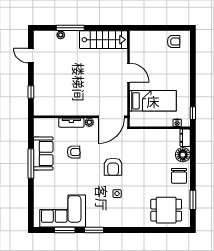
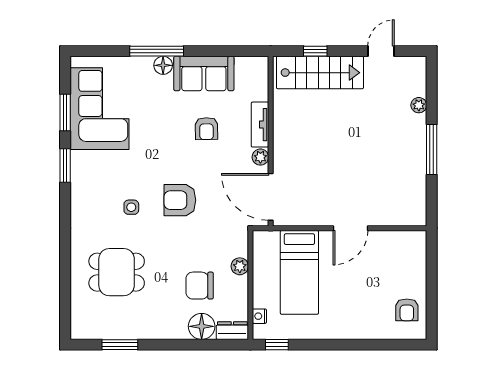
window: (70, 28) -> (432, 150), moved
stairs: (104, 40) -> (320, 73), moved, turned -90
plant: (150, 134) -> (240, 266), added
window: (31, 163) -> (157, 51), moved
floor lamp: (39, 176) -> (163, 65), added
chair: (179, 176) -> (200, 286), moved
dining table: (166, 210) -> (117, 272), moved, turned 90

